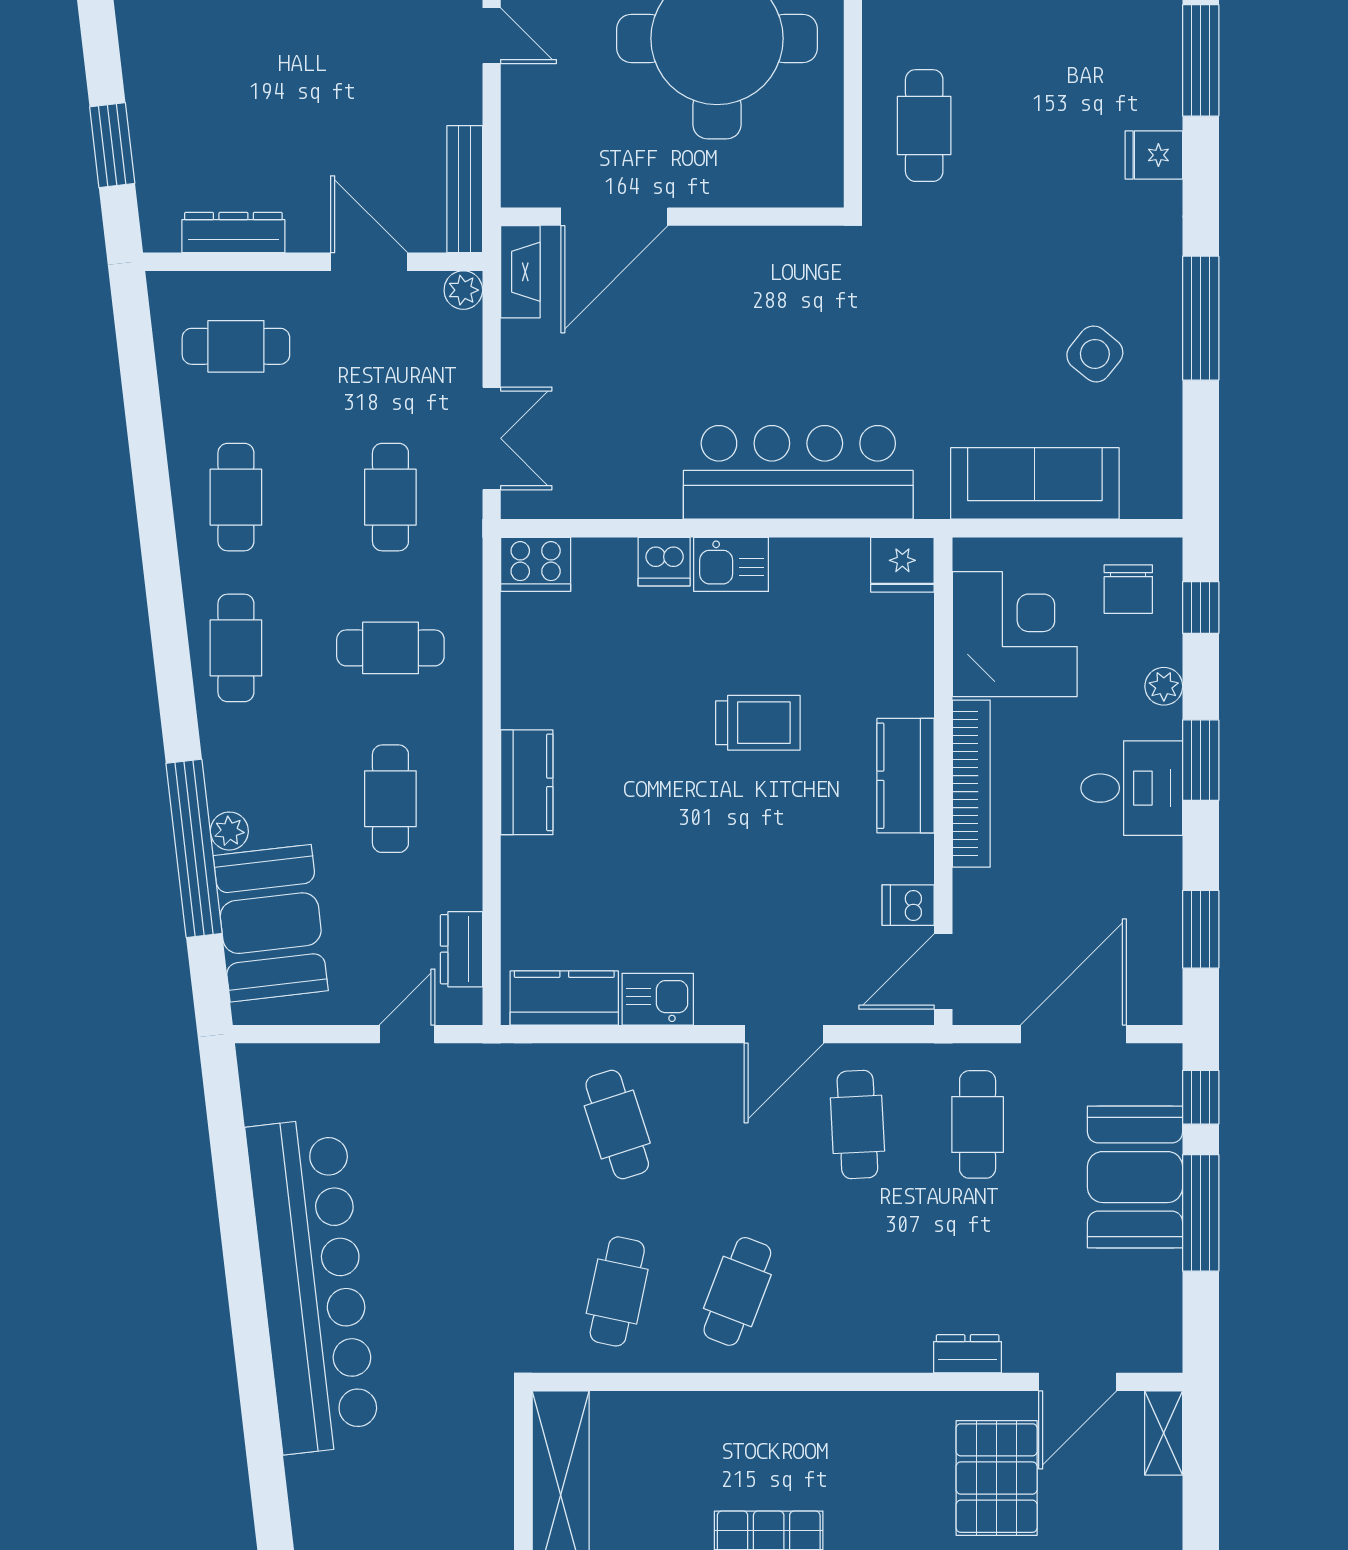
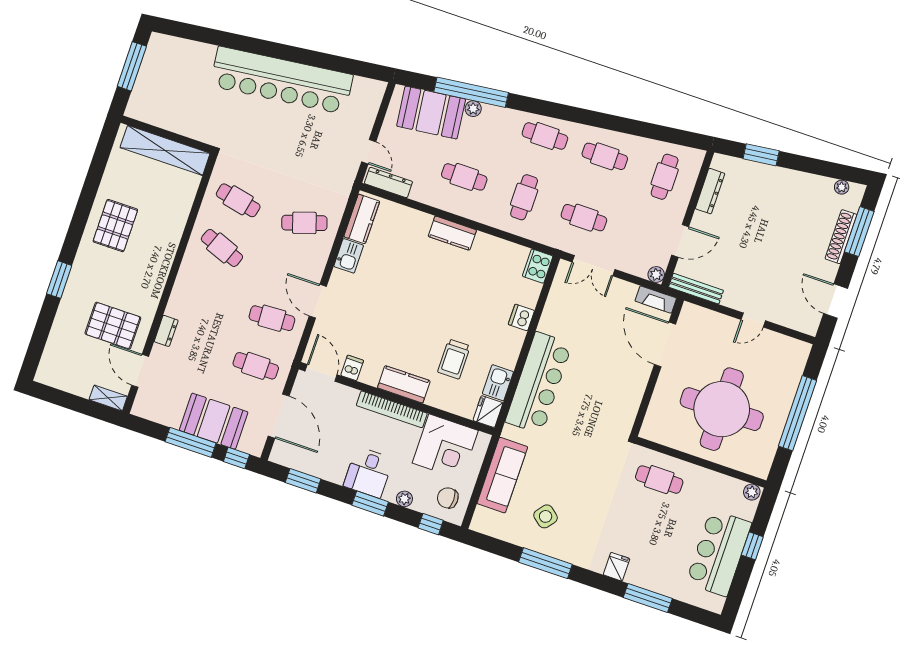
kitchen sink: (731, 564) -> (498, 383), moved
trolley: (758, 723) -> (454, 359), moved
dresser: (461, 949) -> (388, 183), width x1.44

